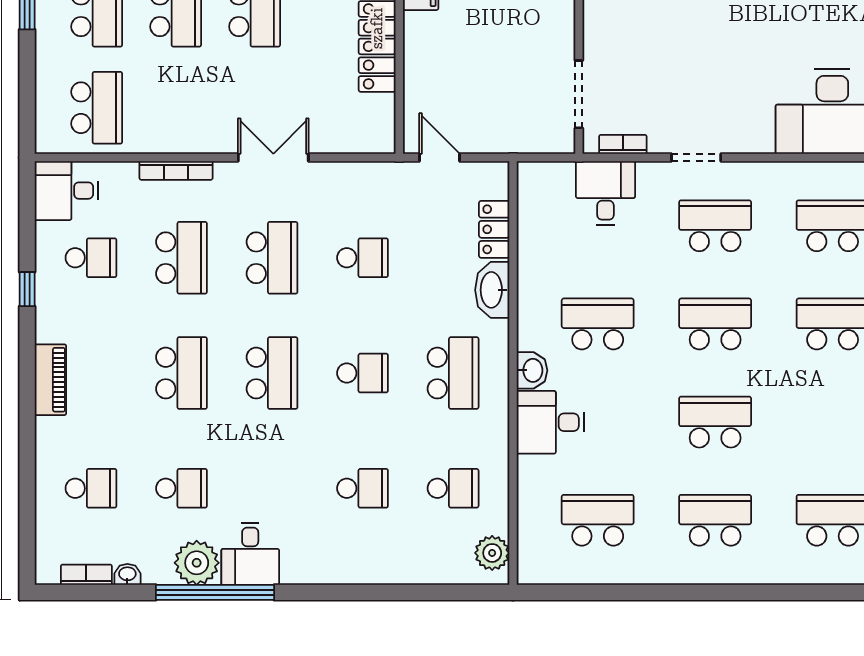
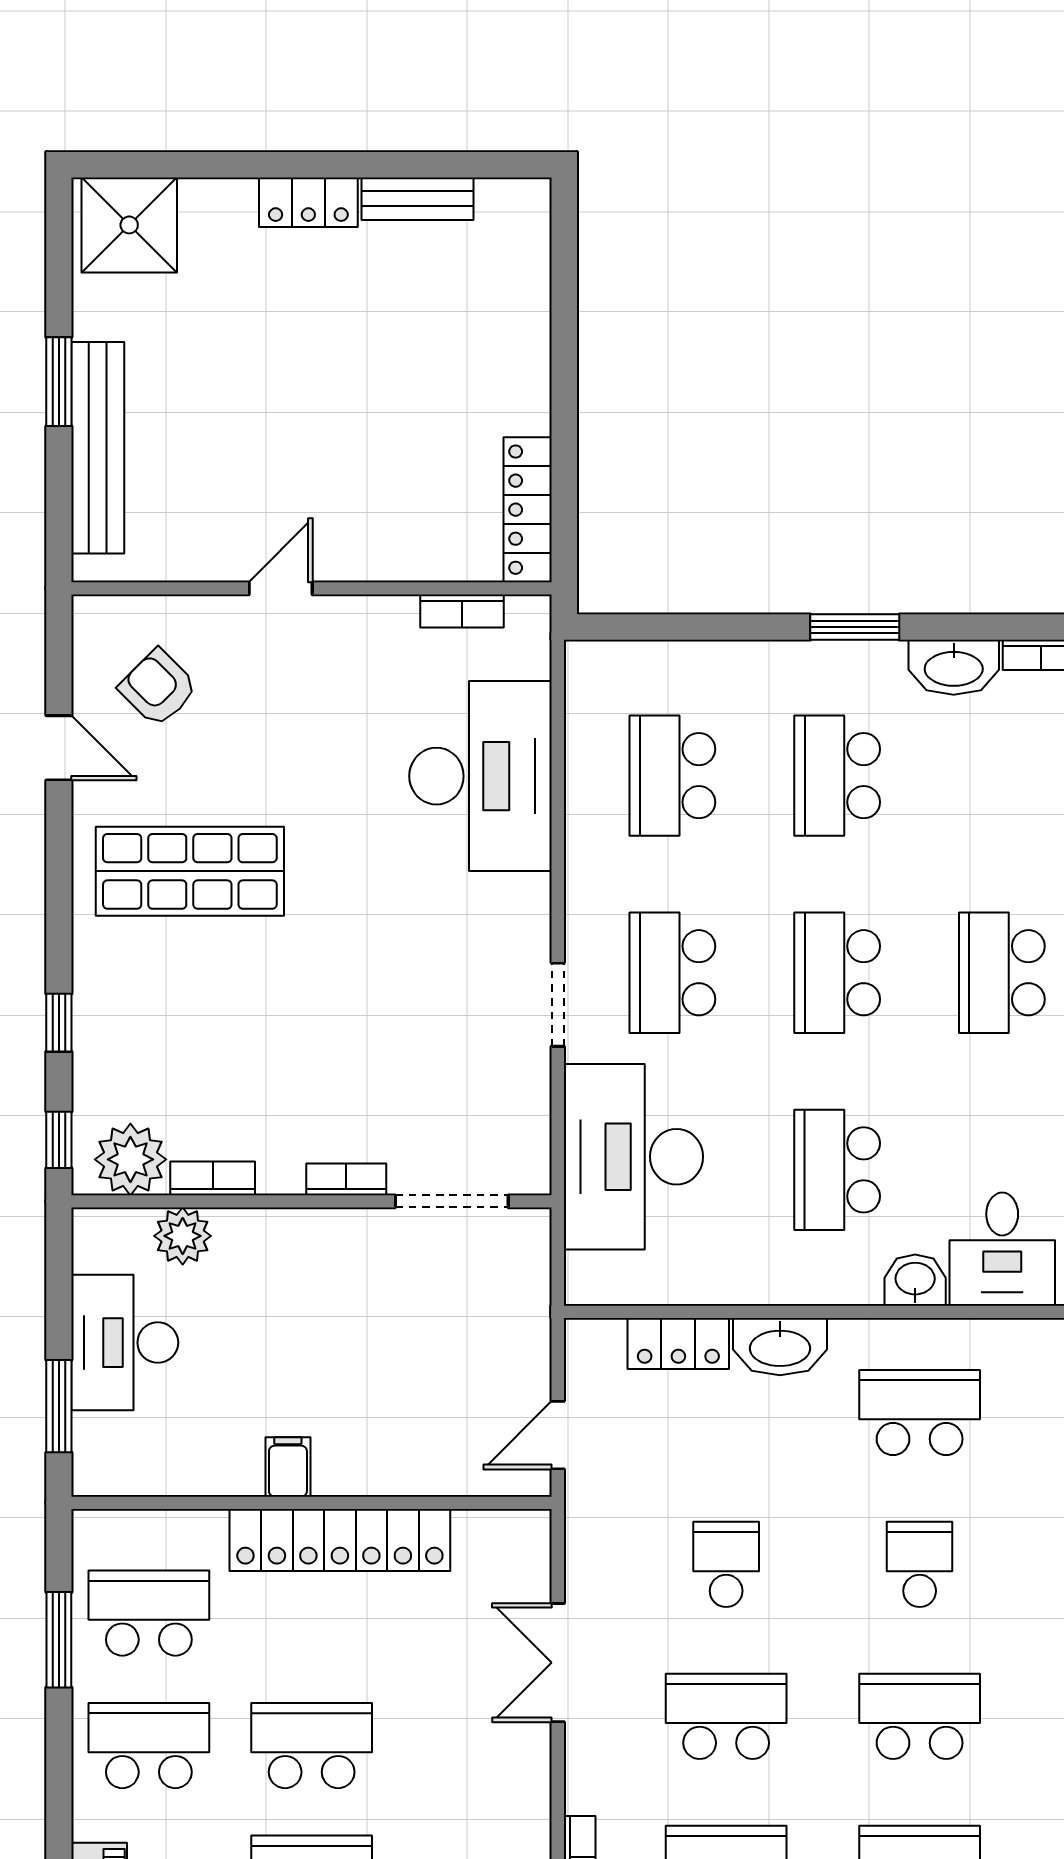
bookcase: (623, 144) -> (346, 1179), moved, turned 90
double door: (273, 157) -> (558, 1663), moved
desk: (605, 193) -> (633, 1157), width x1.87, depth x1.30

